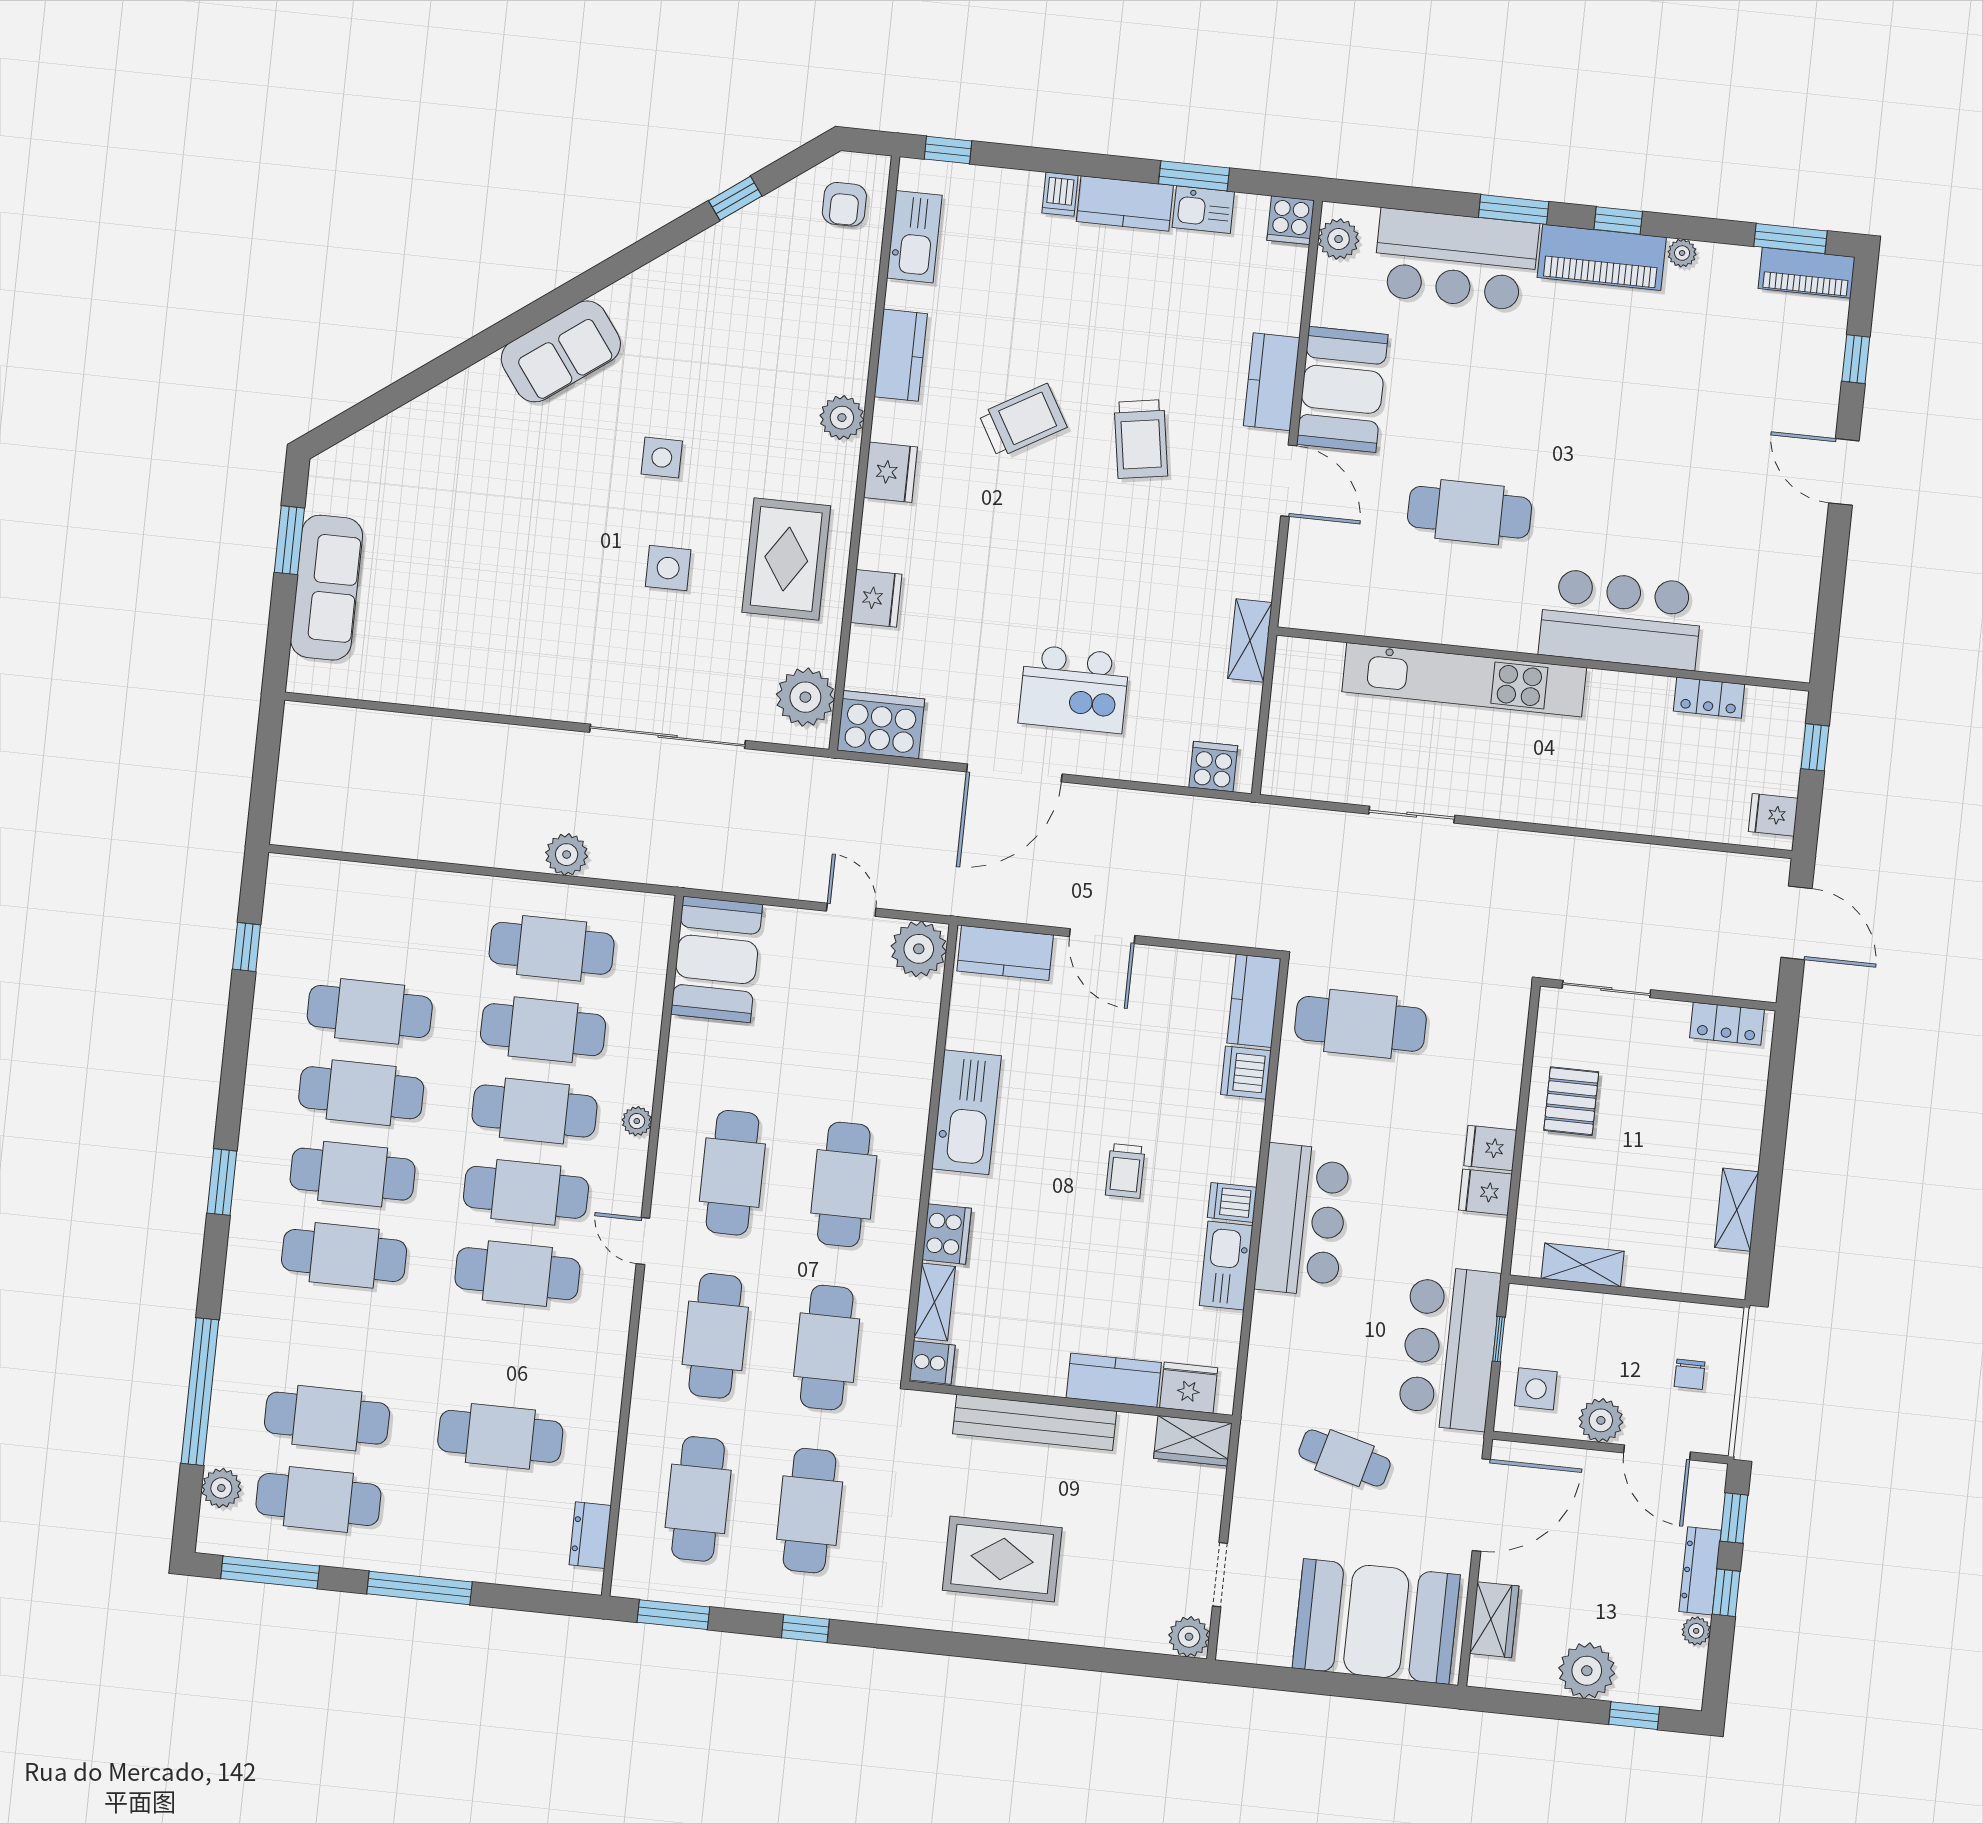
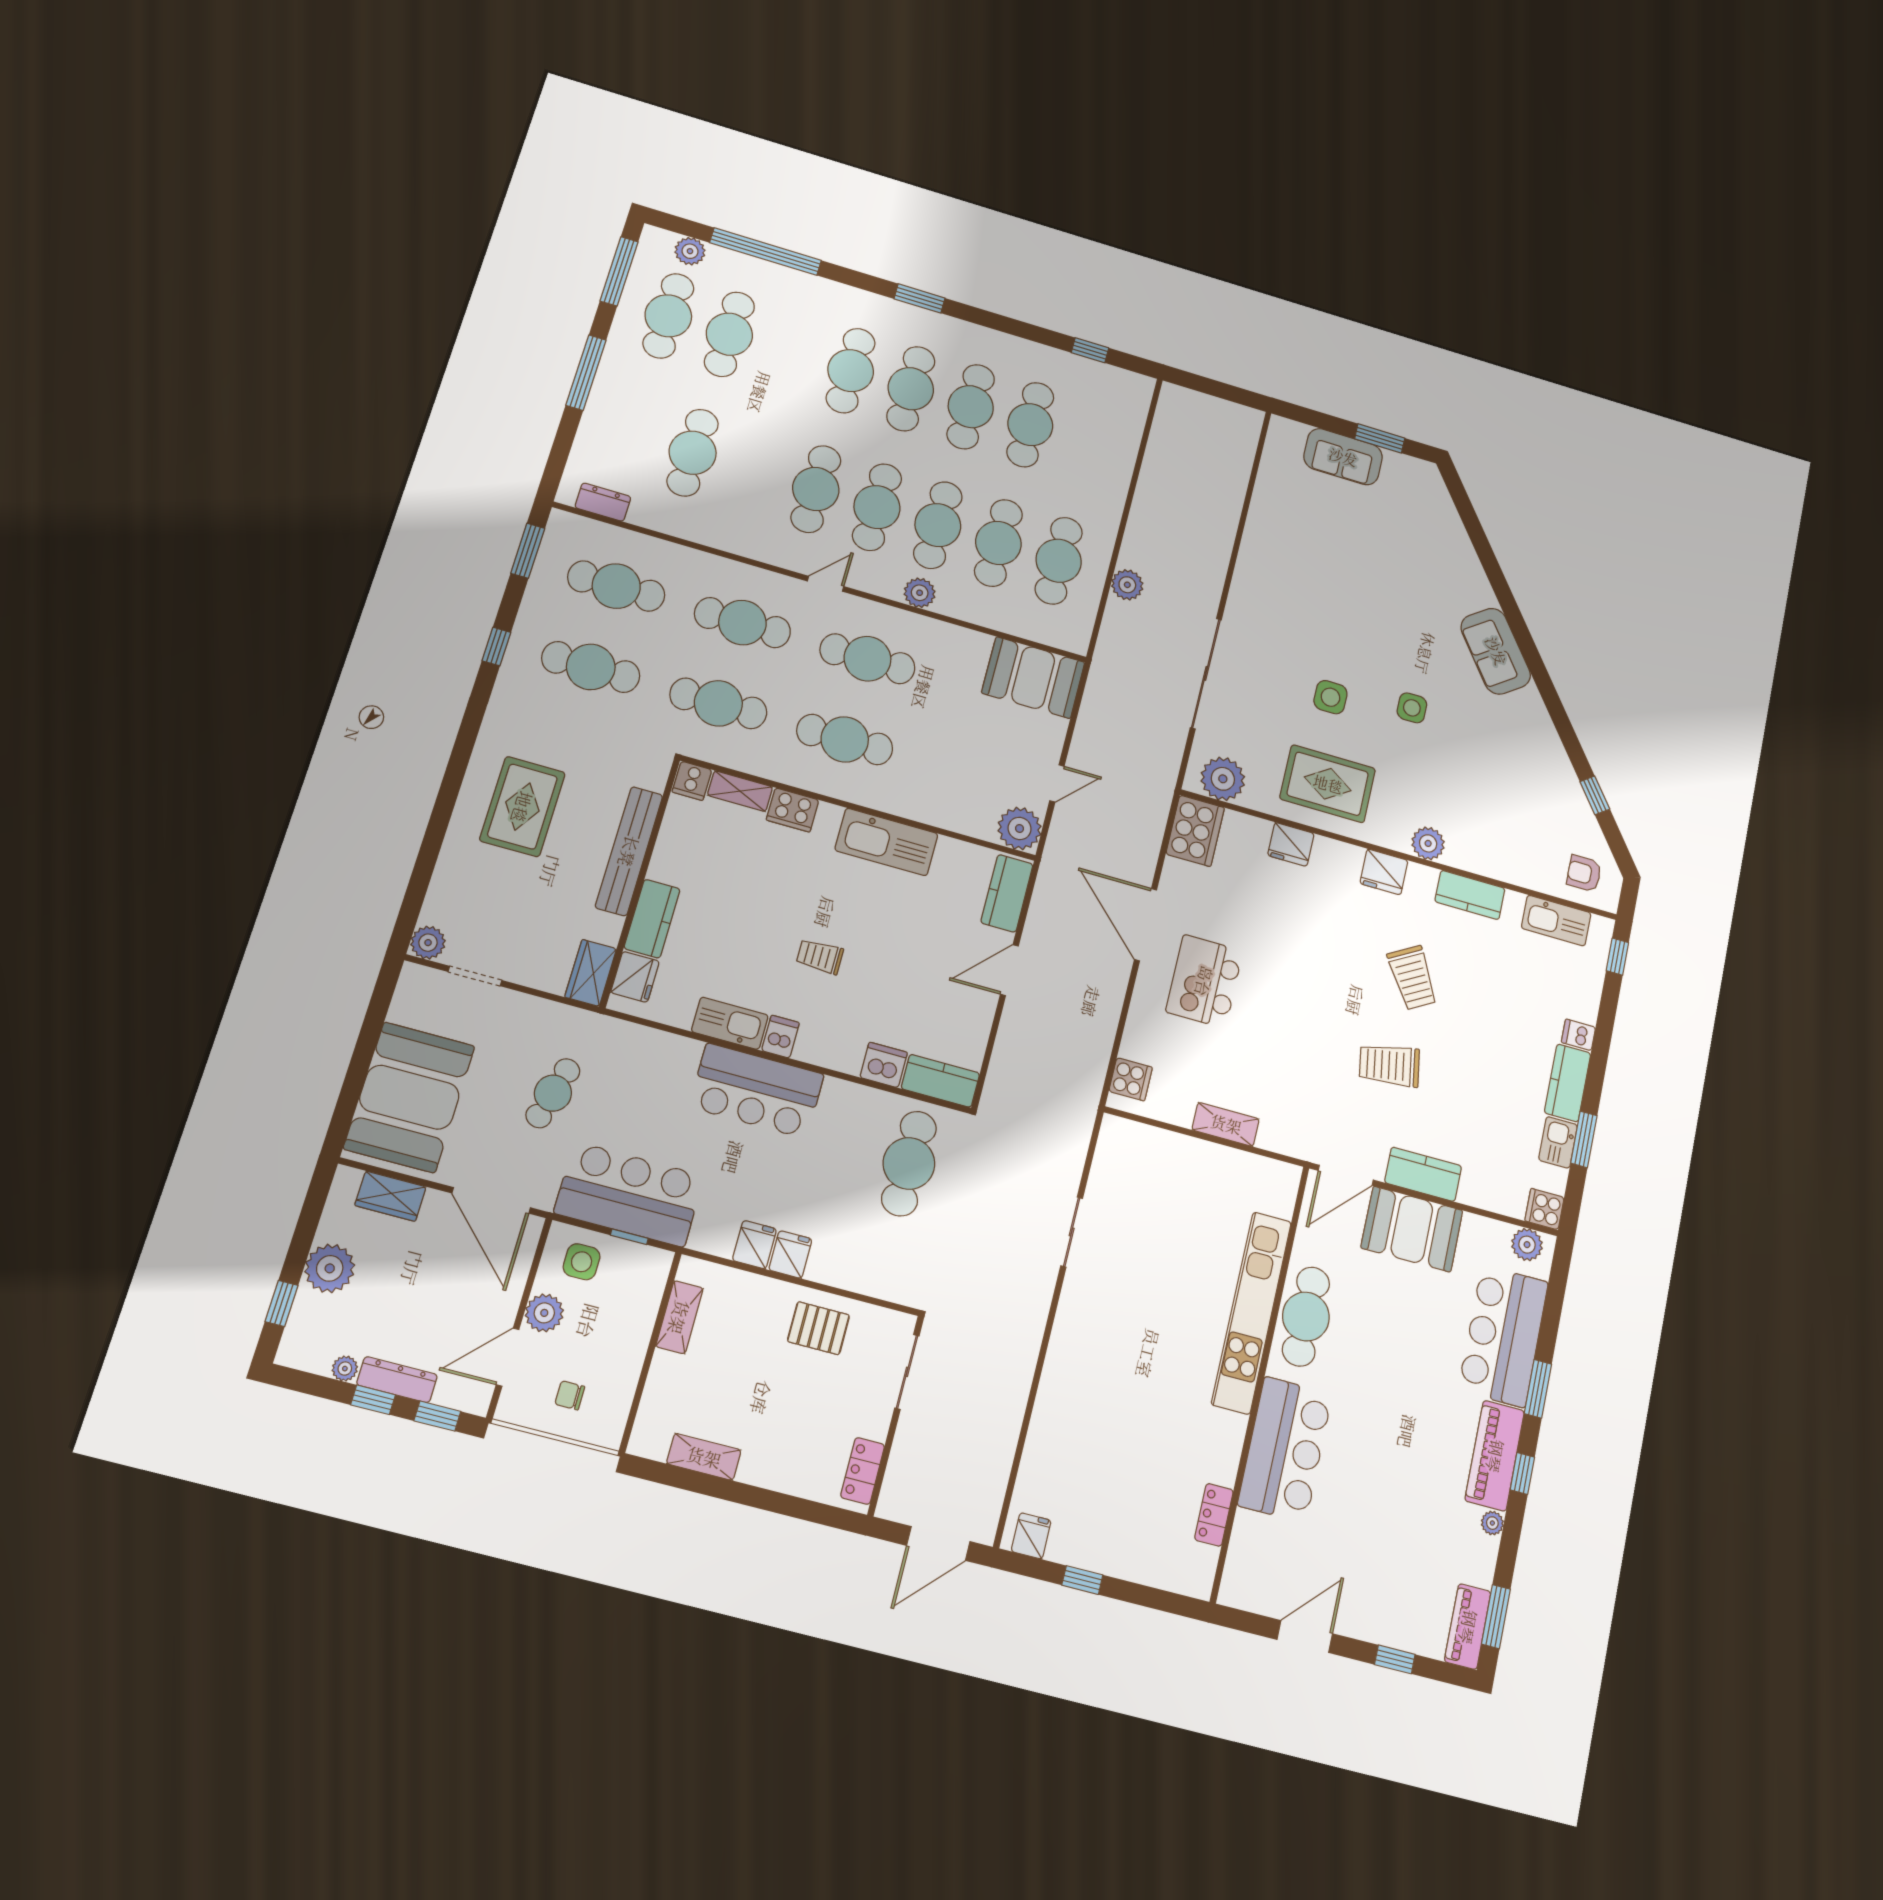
sofa: (327, 588) -> (1343, 457), width x0.73
bar counter: (1621, 619) -> (1285, 1449), moved
wall: (1543, 659) -> (1261, 1380), moved
kitchen unit: (1464, 680) -> (1252, 1312), moved
locker: (1709, 698) -> (1214, 1515), moved
plant: (637, 1121) -> (920, 593), width x1.38, depth x1.38

